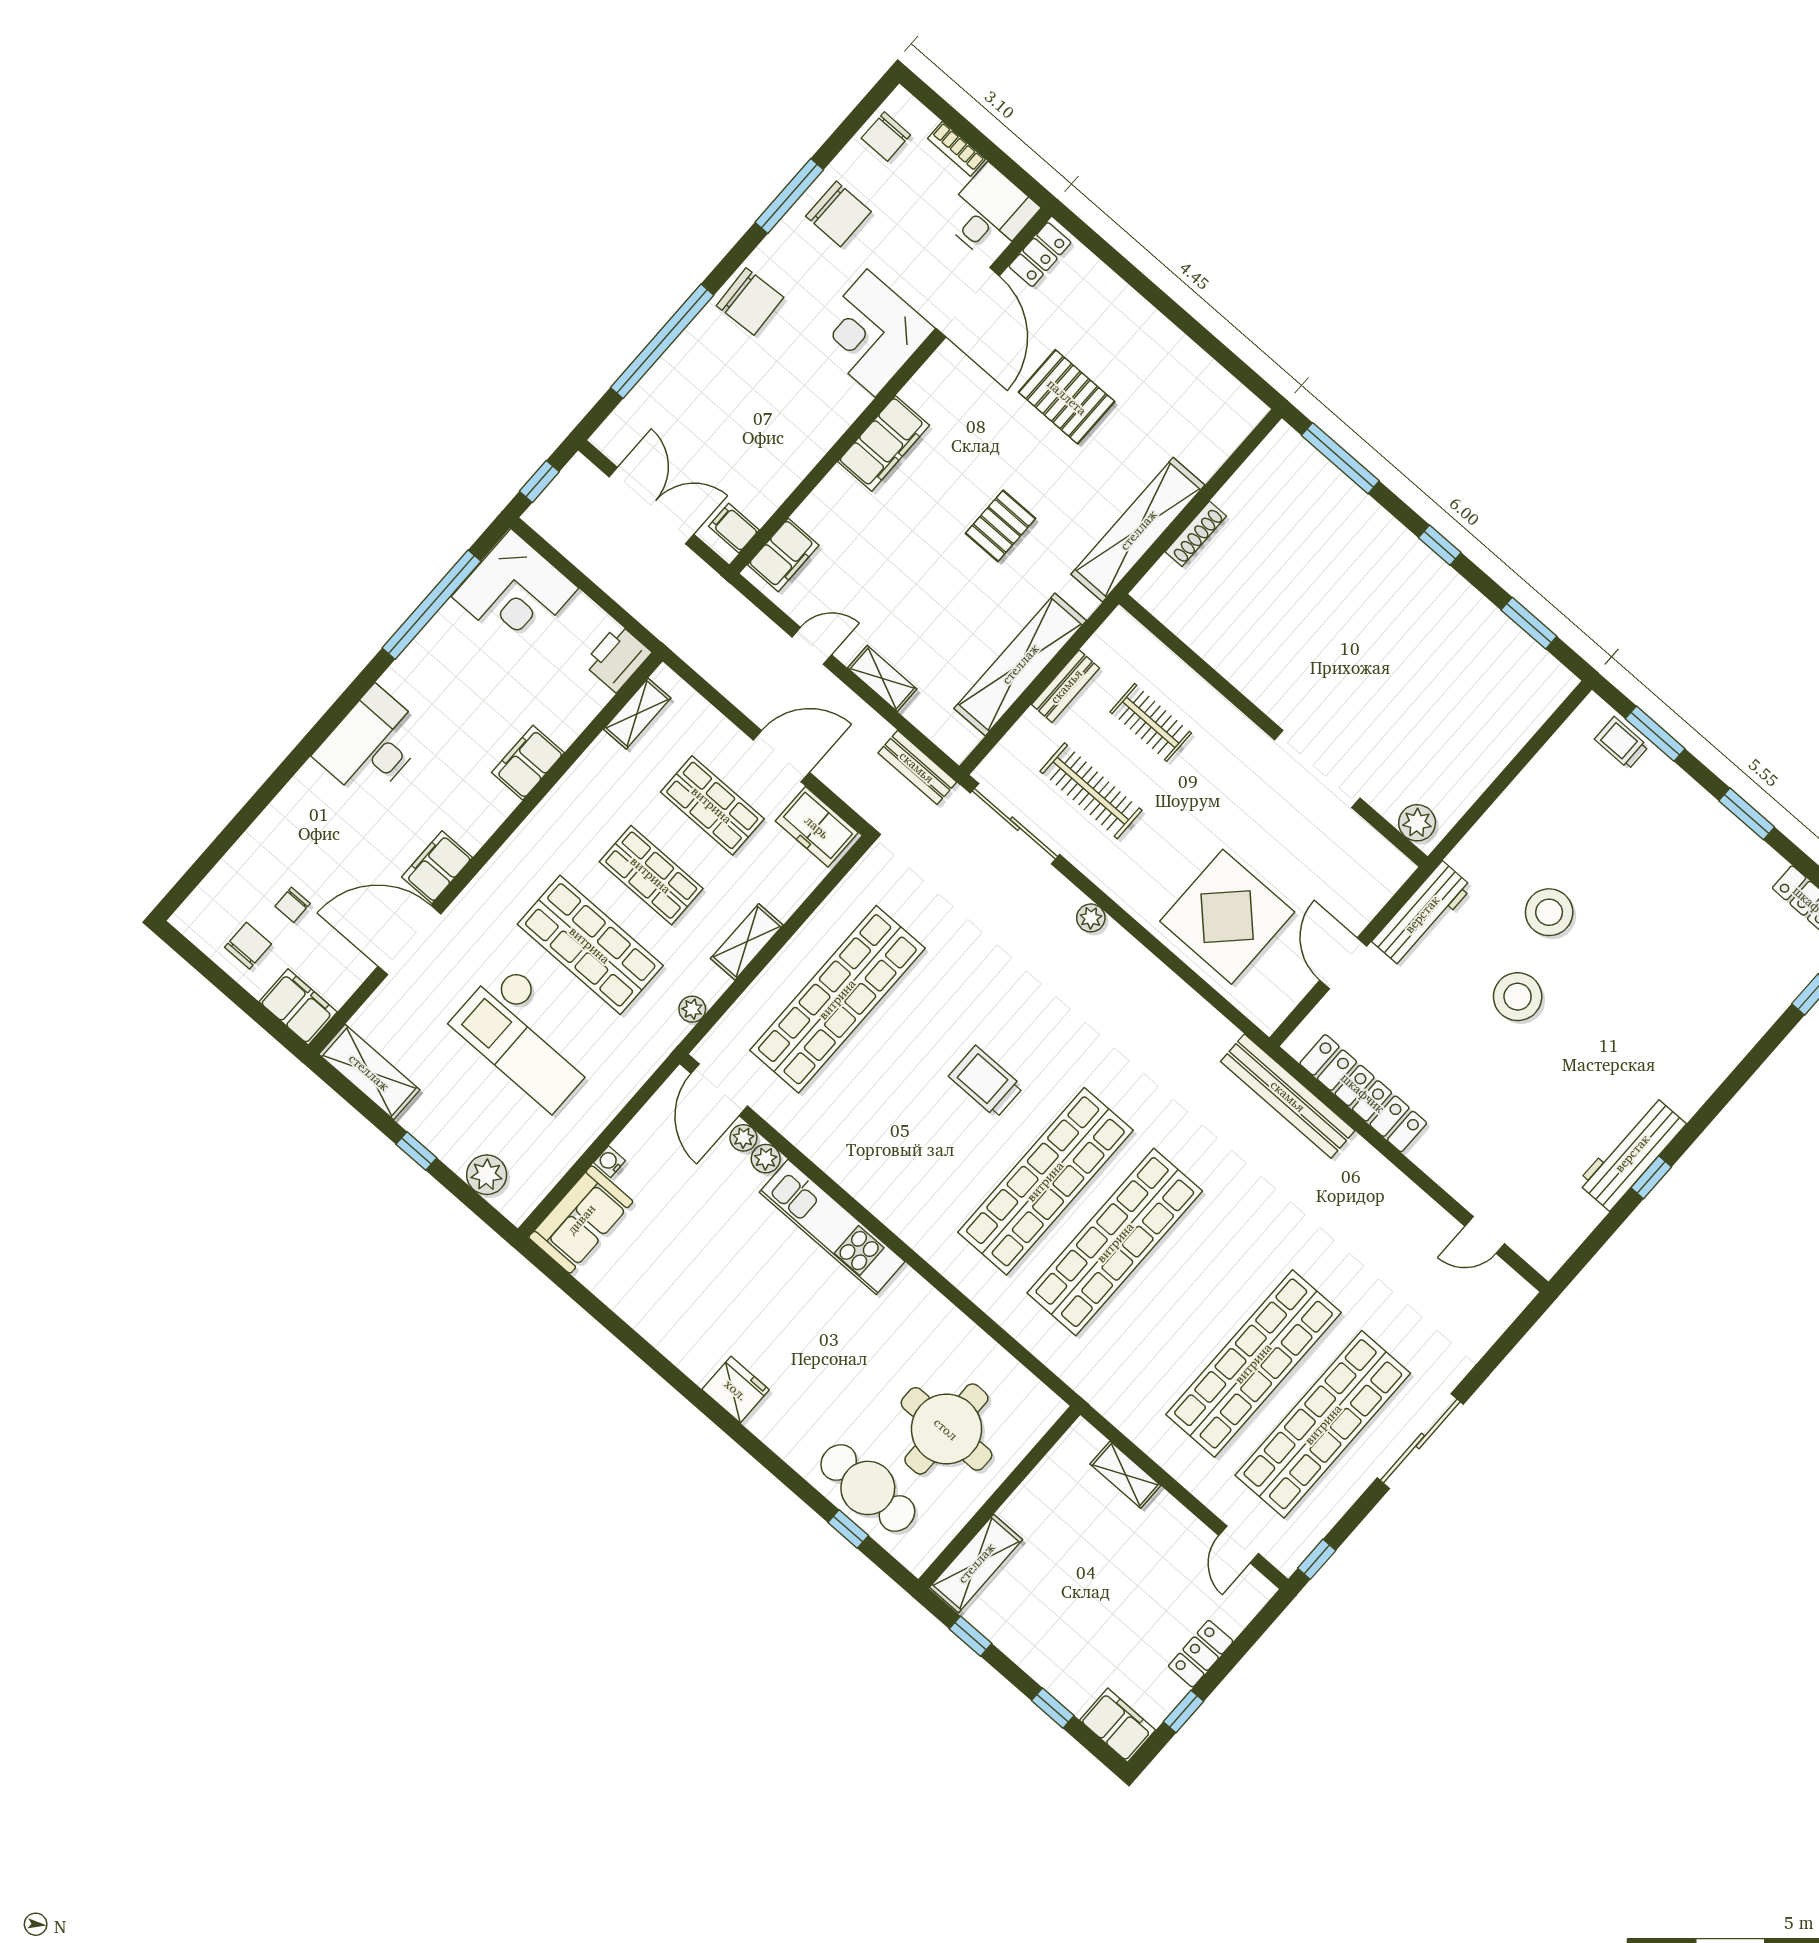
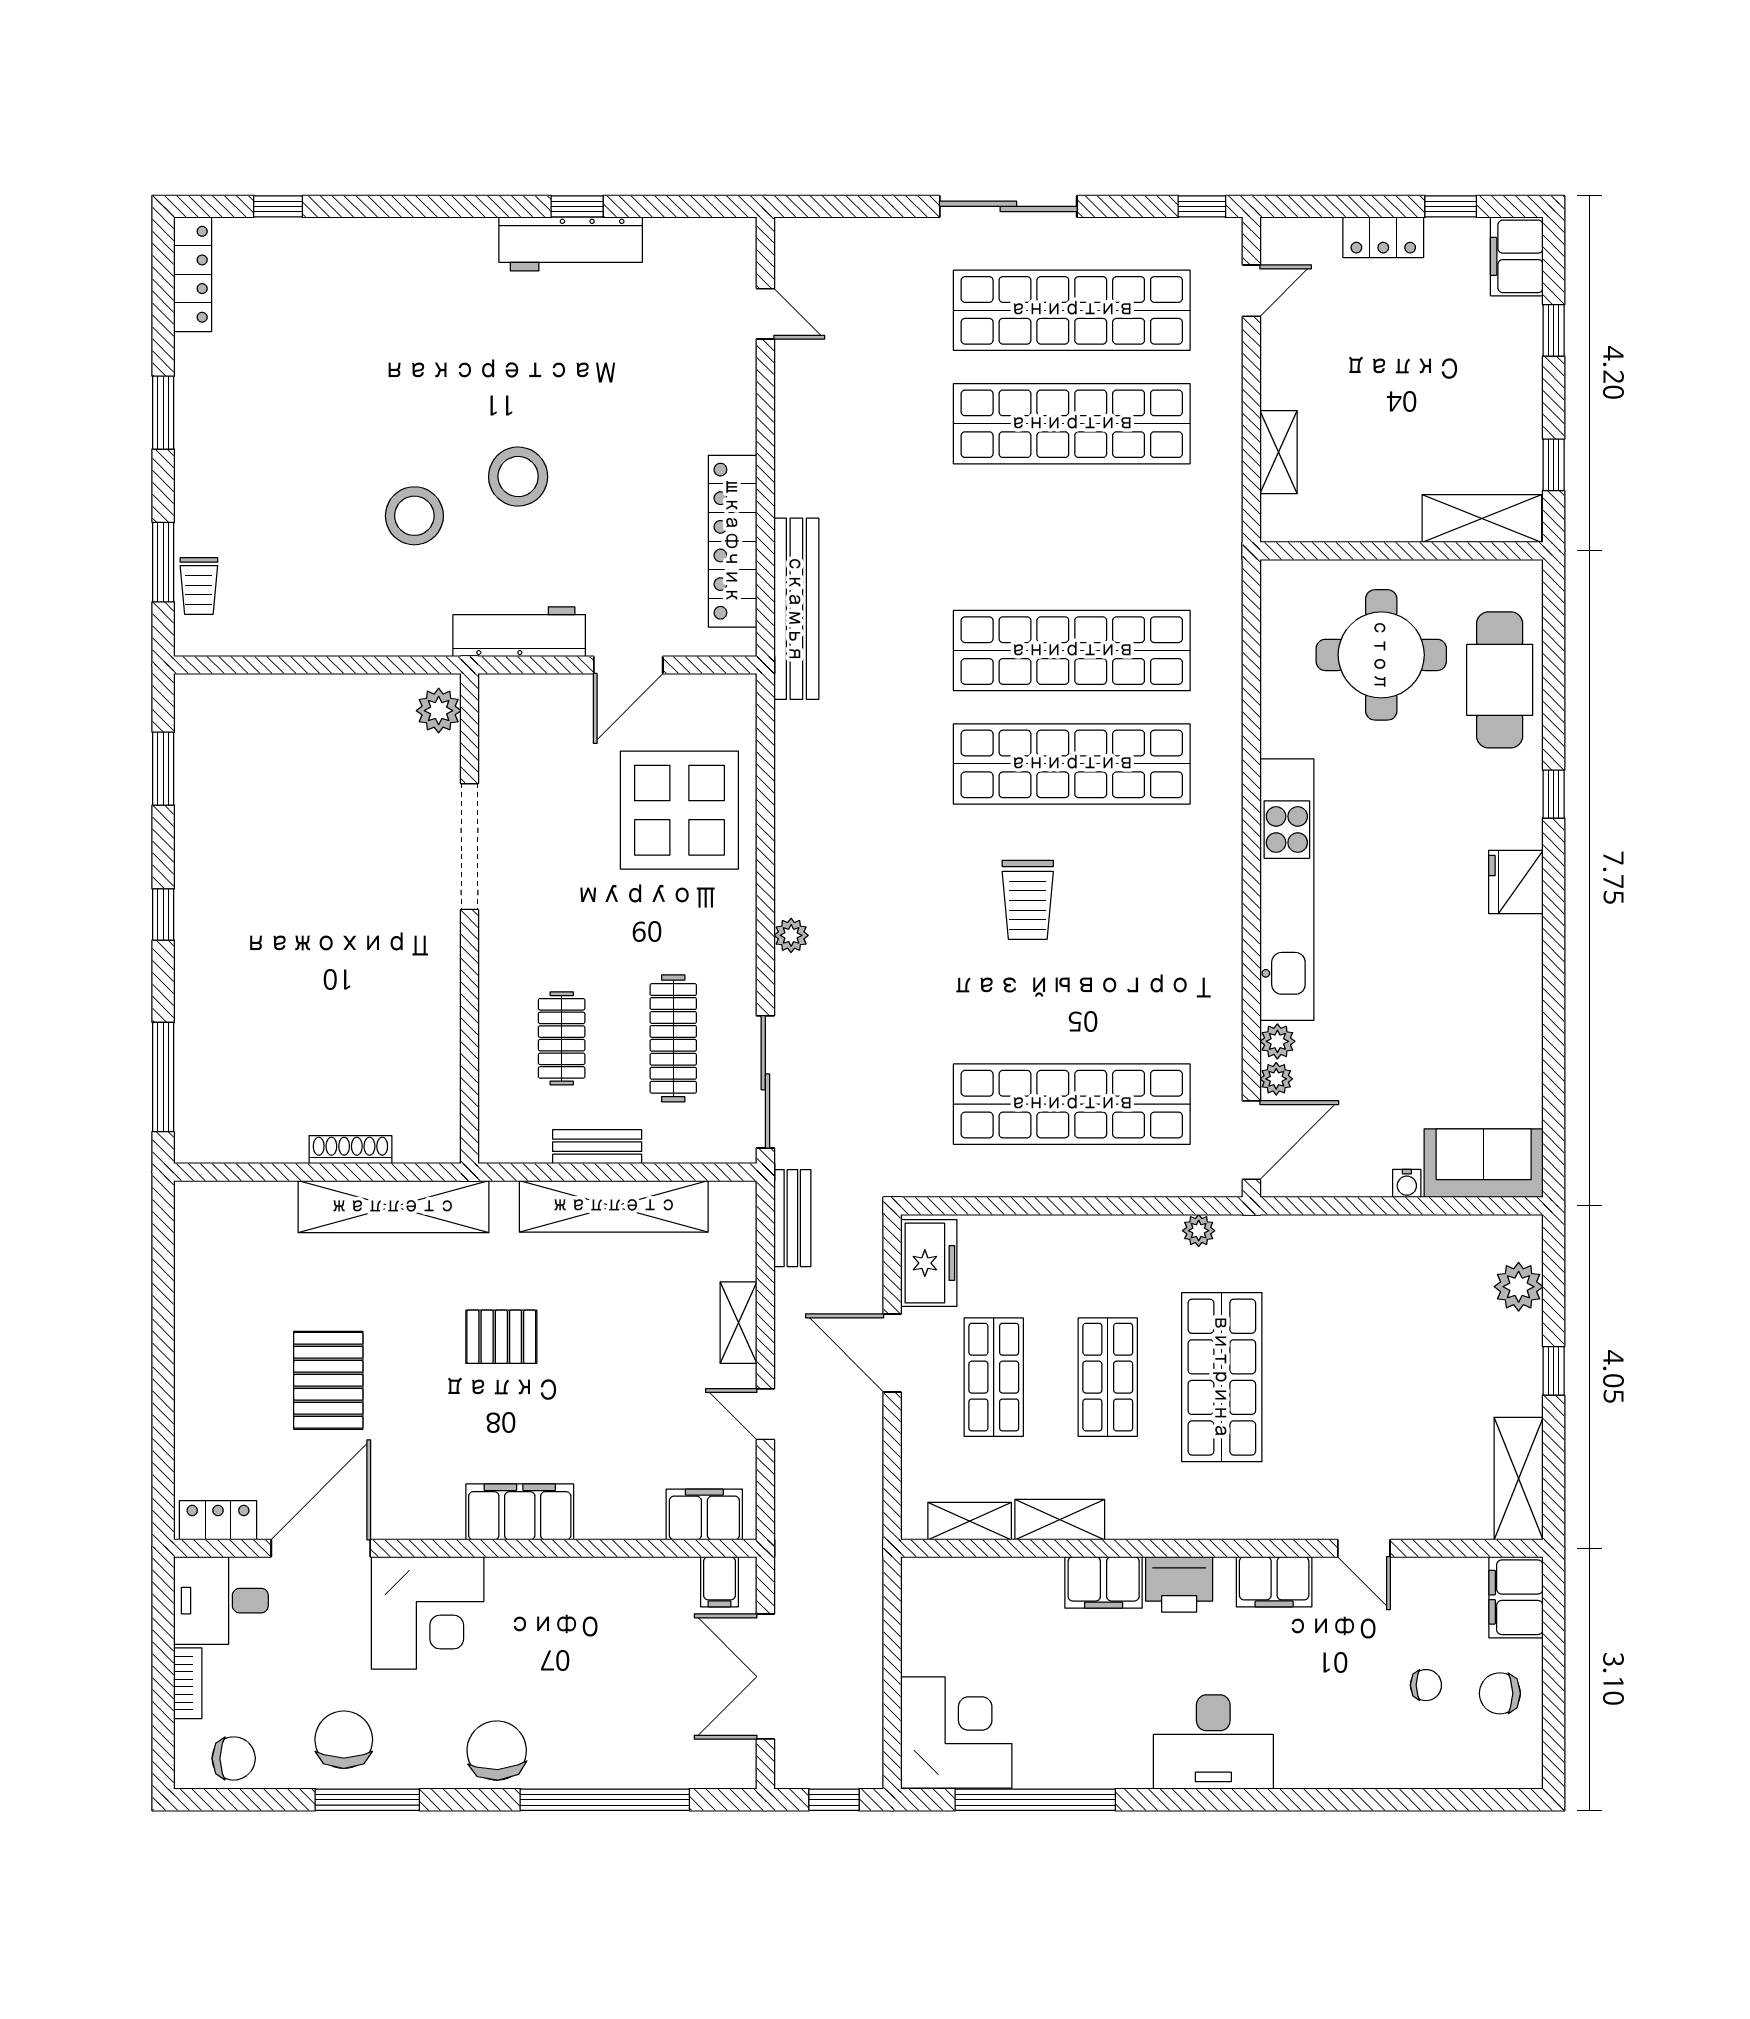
printer: (617, 658) -> (1179, 1584), moved
door: (409, 940) -> (1364, 1548), width x0.53
shelving: (747, 942) -> (1060, 1520), moved
checkout: (528, 1037) -> (1357, 1360), removed
kitchen unit: (832, 1227) -> (1287, 890), width x1.36
window: (848, 1529) -> (1554, 794), moved

